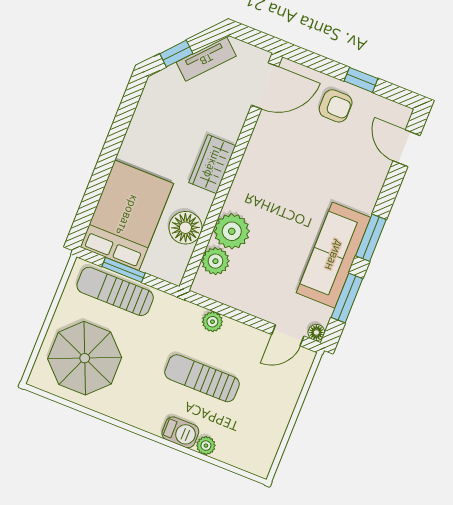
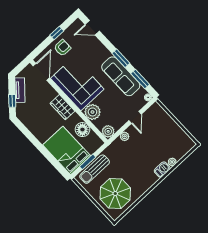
corner sofa: (276, 172) -> (77, 84), added
plant: (215, 261) -> (108, 131), moved
door: (288, 335) -> (135, 117), moved
sun lounger: (202, 378) -> (145, 151), removed

